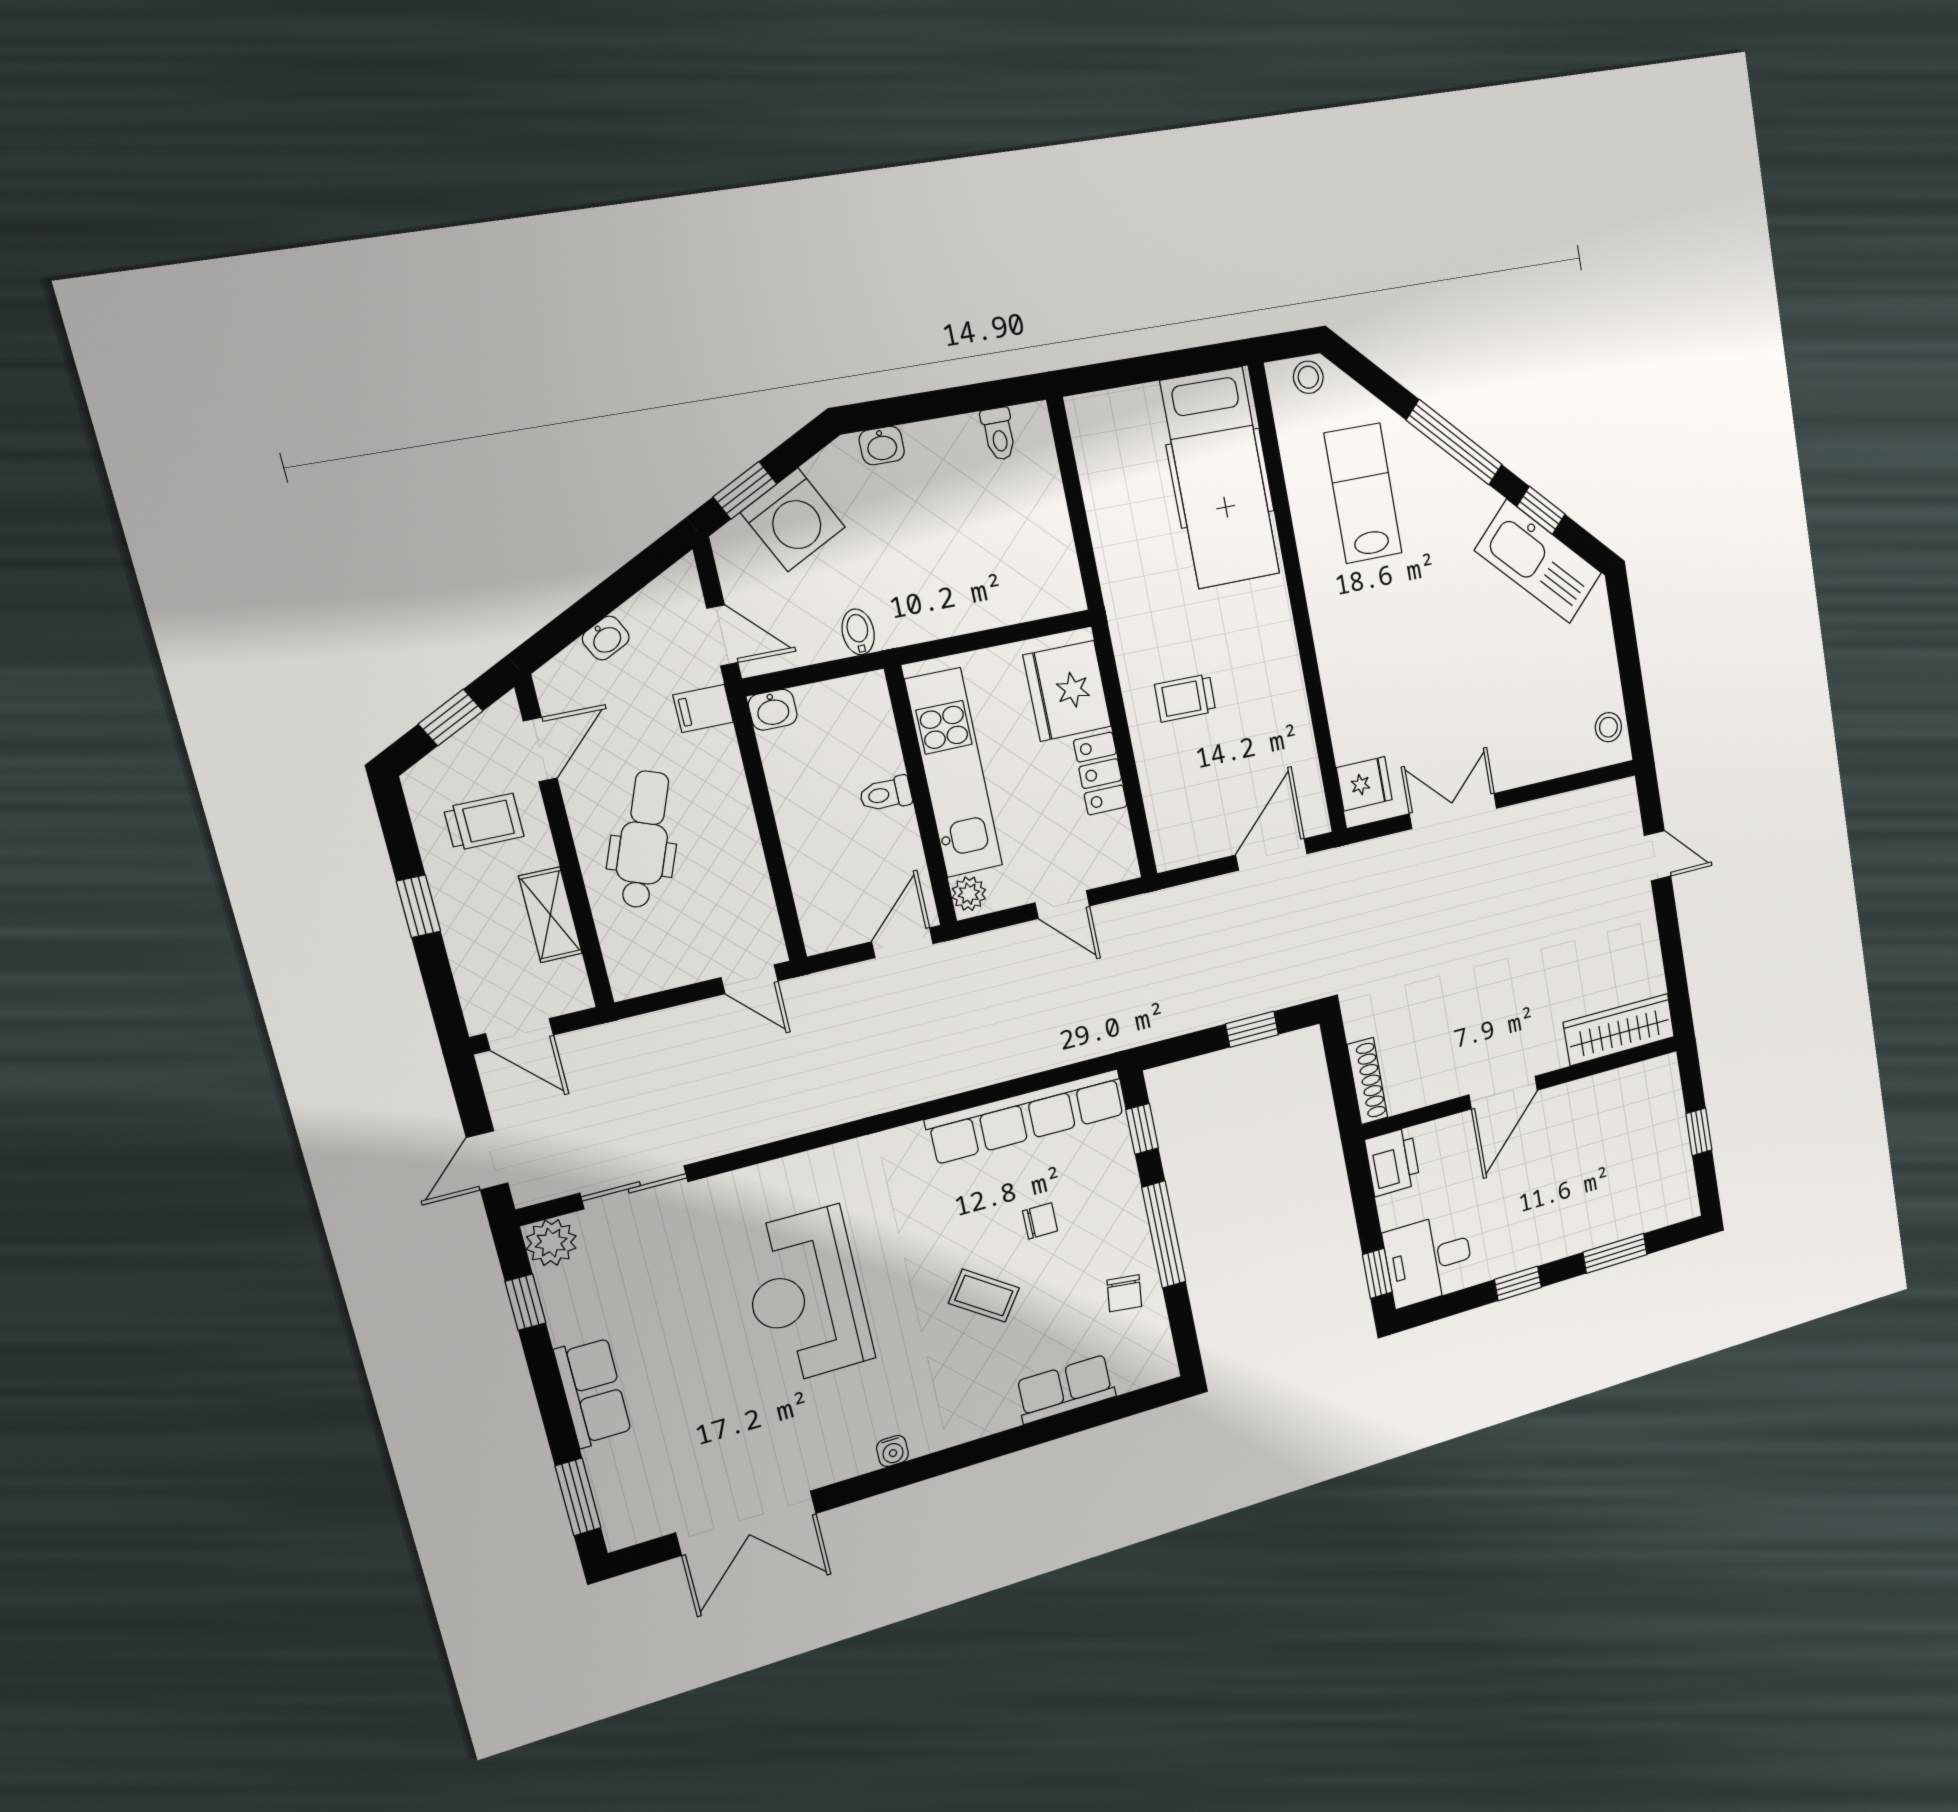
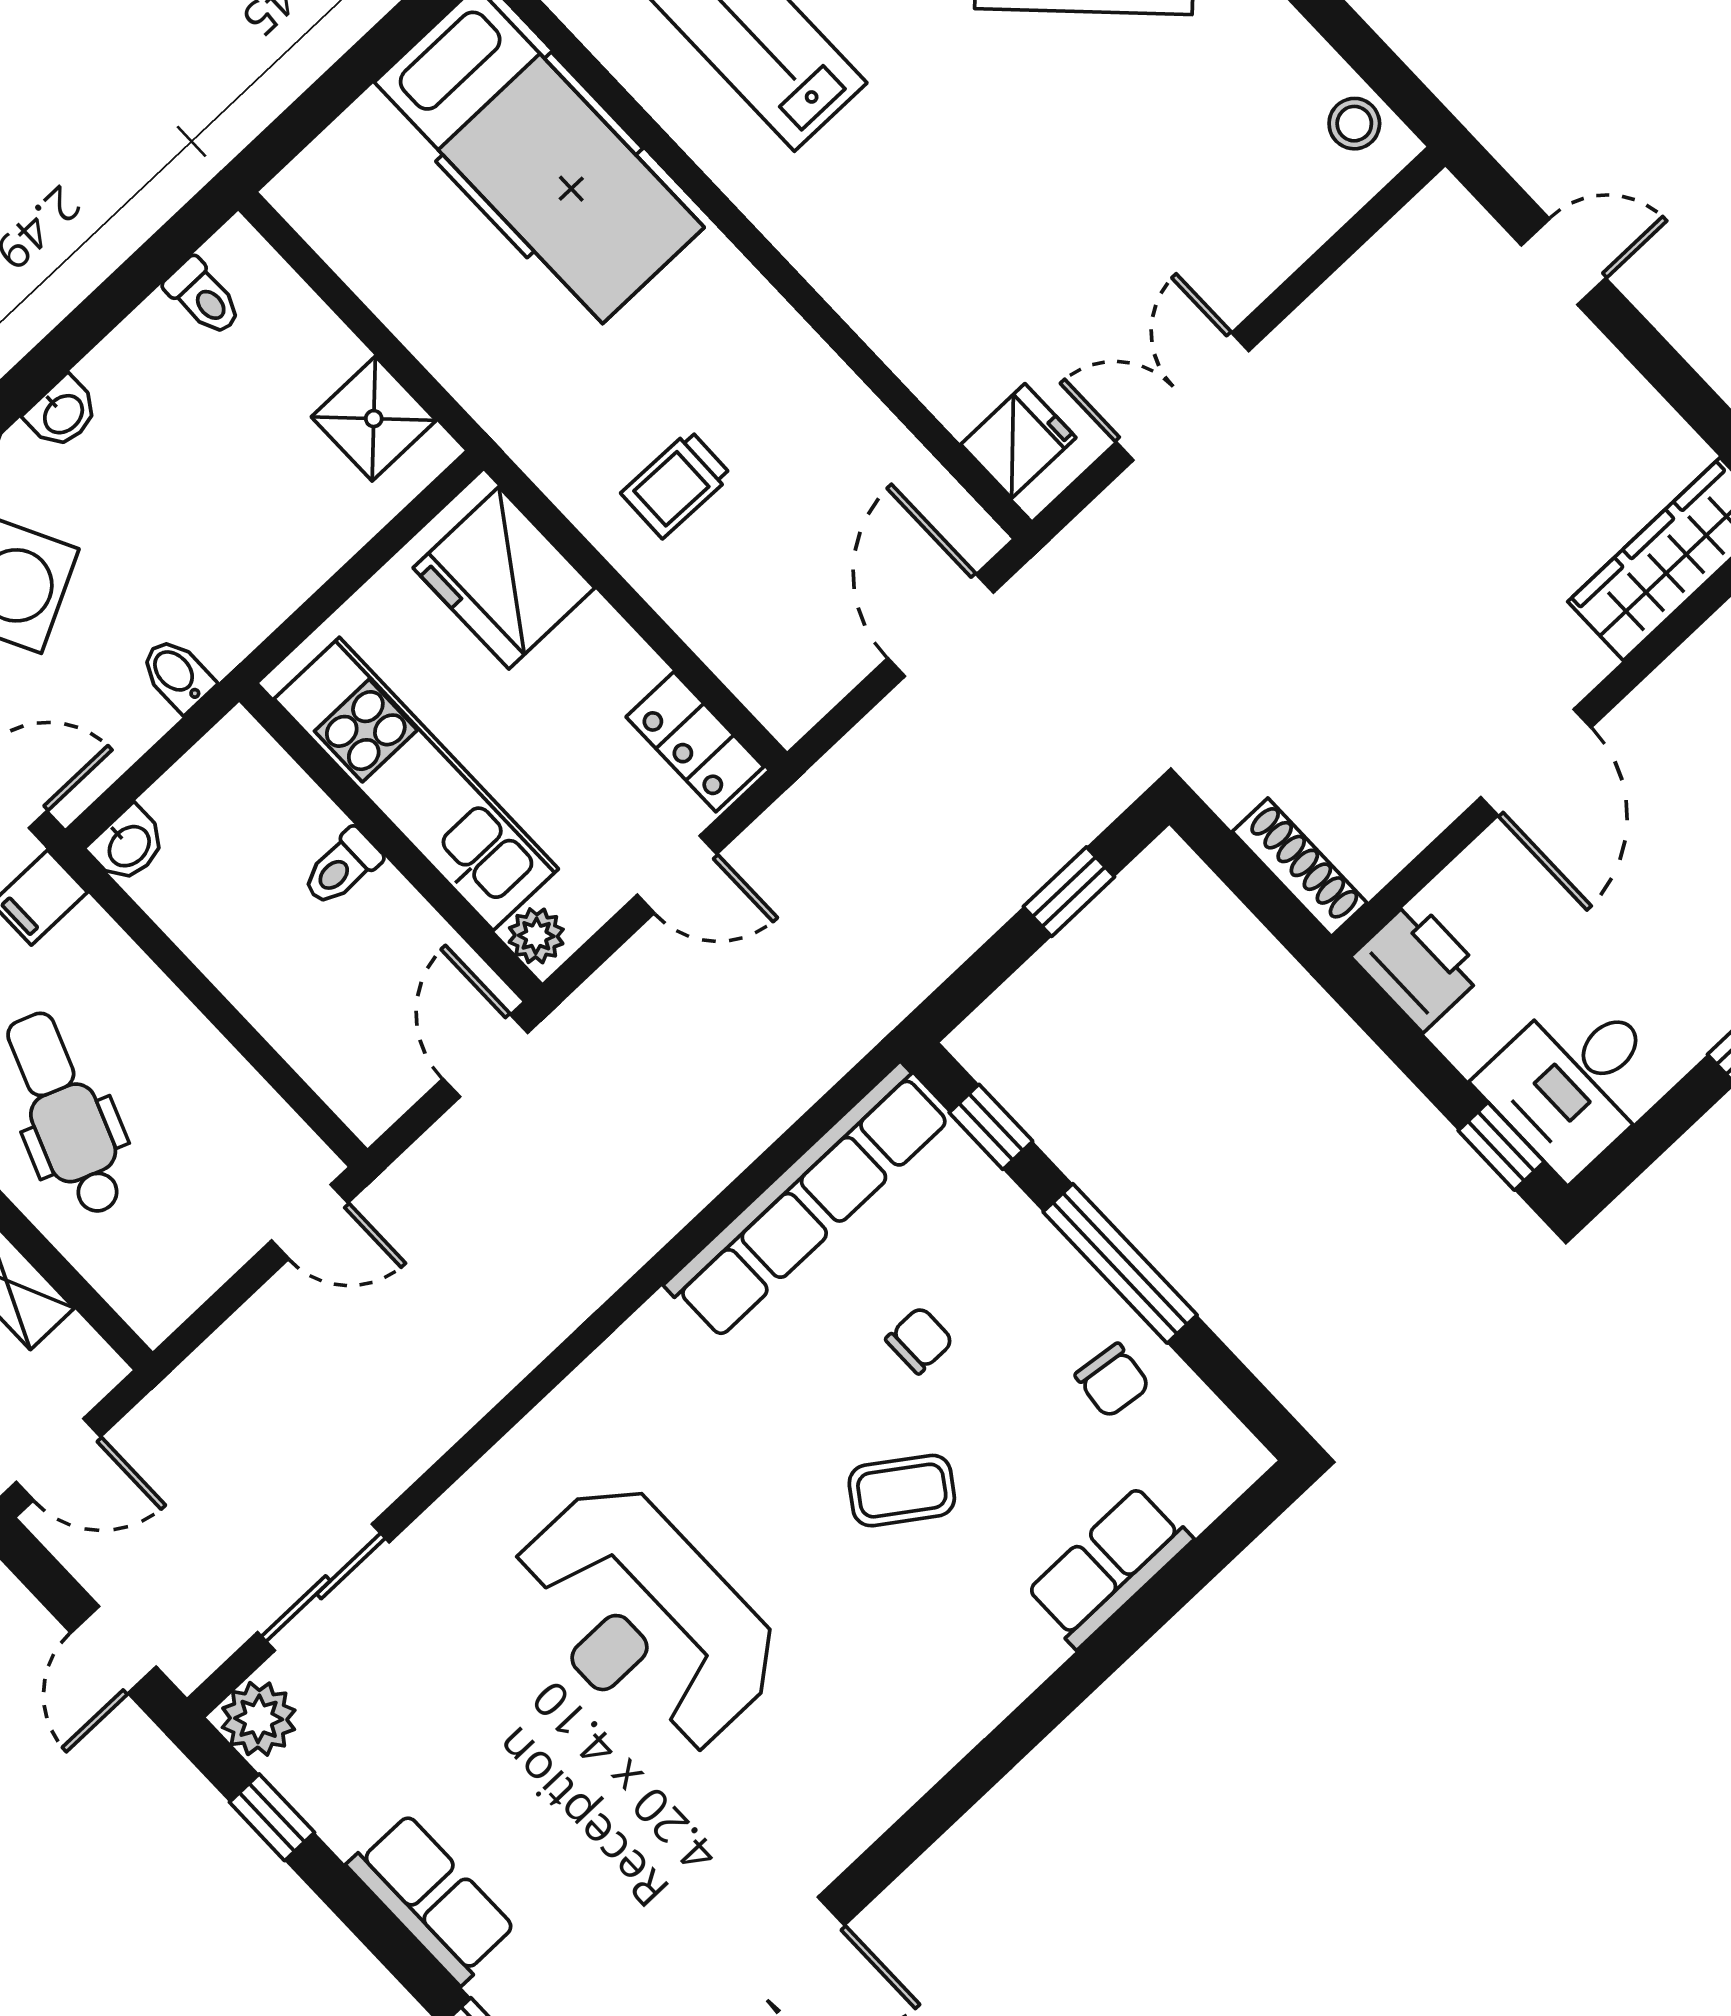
shower: (1050, 561) -> (374, 419), added
locker: (1100, 774) -> (695, 742), moved
water cooler: (892, 1451) -> (903, 1782), removed

